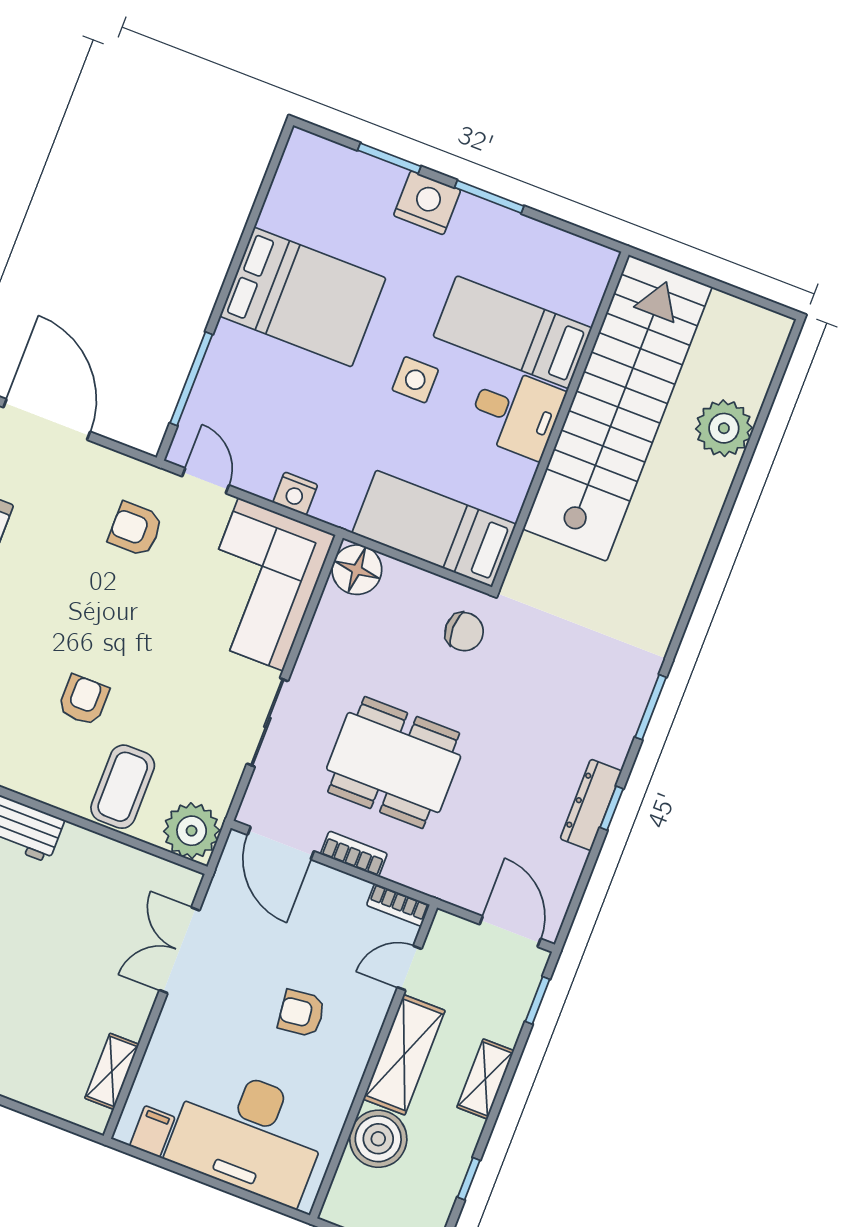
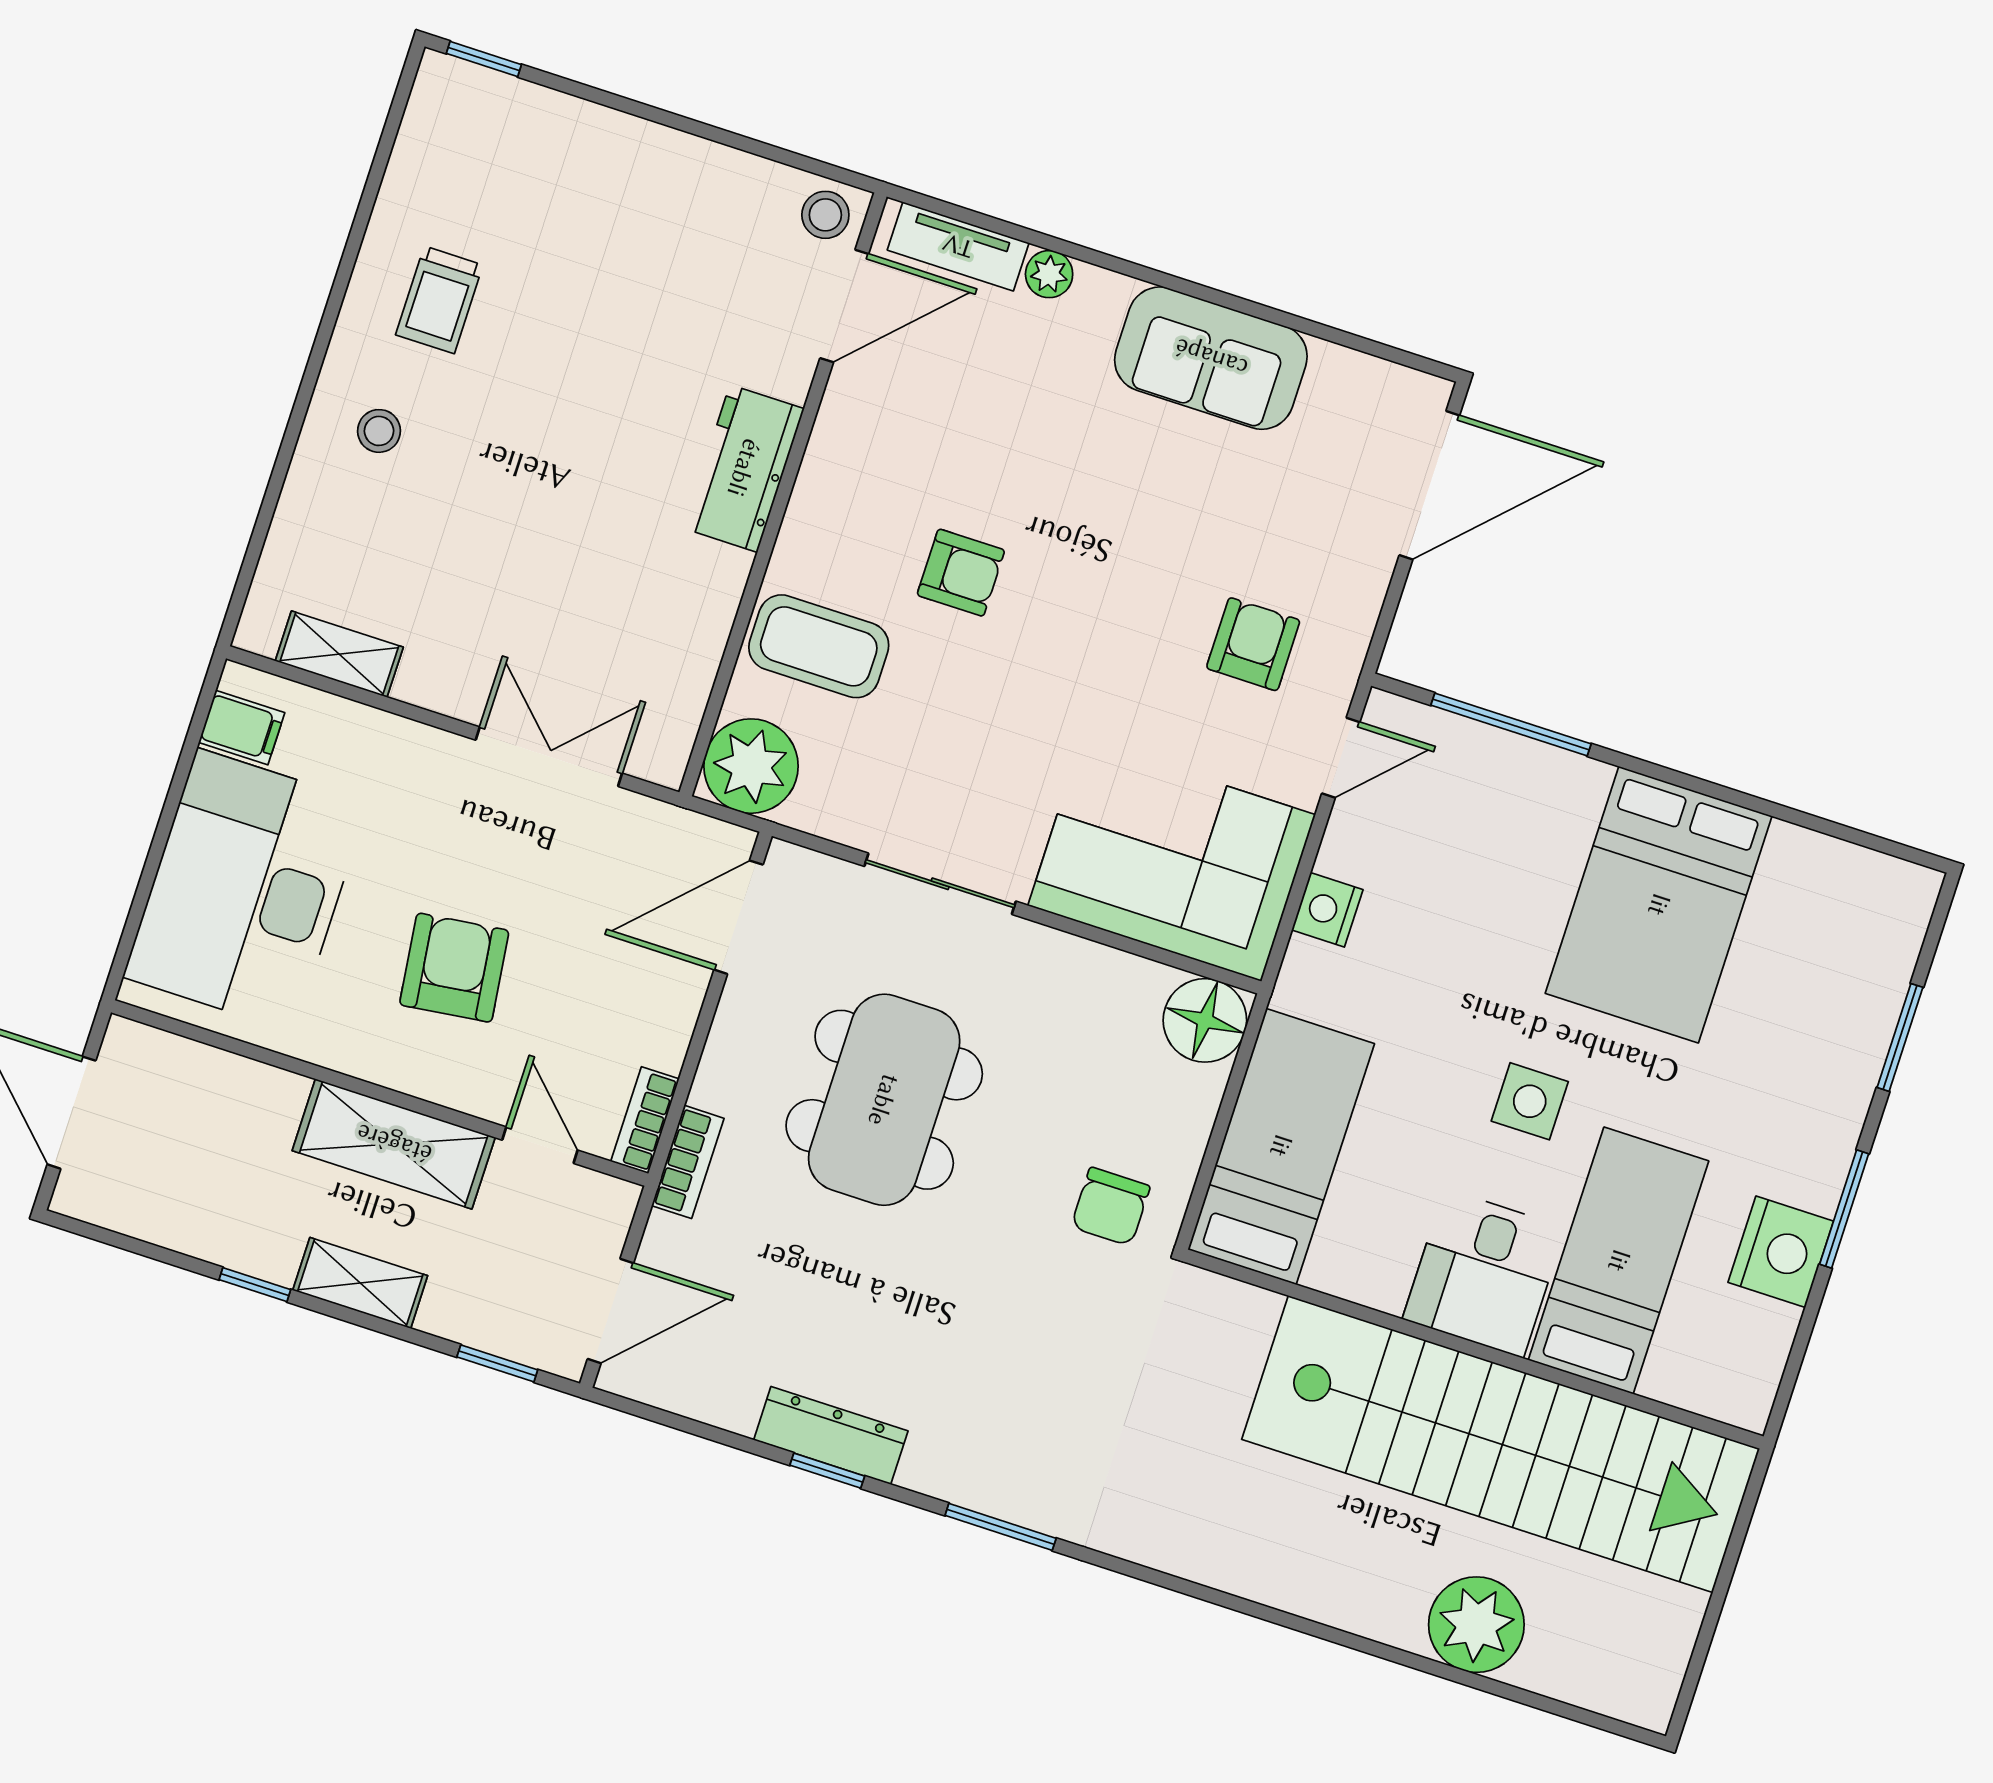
nightstand: (427, 203) -> (1781, 1252), moved
bookcase: (354, 854) -> (688, 1162), moved
armchair: (301, 1013) -> (454, 968), width x1.38, depth x1.38
boiler: (378, 1139) -> (250, 1108), removed
window: (469, 1179) -> (255, 1285), moved

